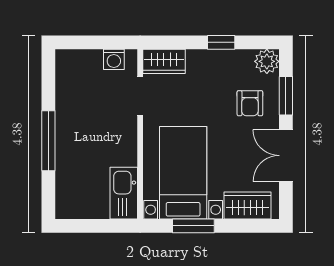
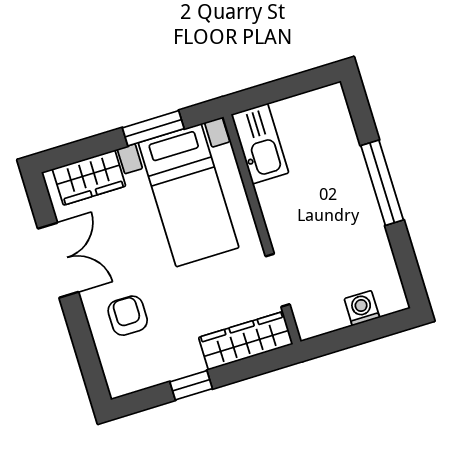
washing machine: (114, 59) -> (362, 308), moved
wardrobe: (164, 61) -> (246, 341), width x1.50
plant: (267, 61) -> (122, 378), removed
window: (286, 96) -> (83, 340), removed

